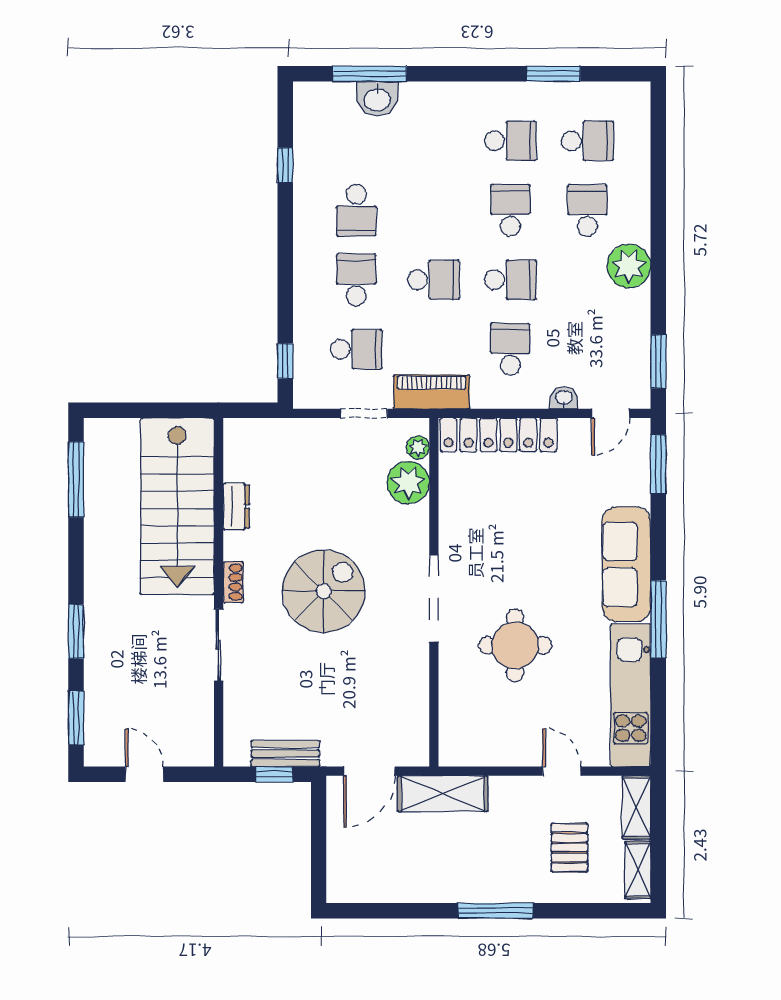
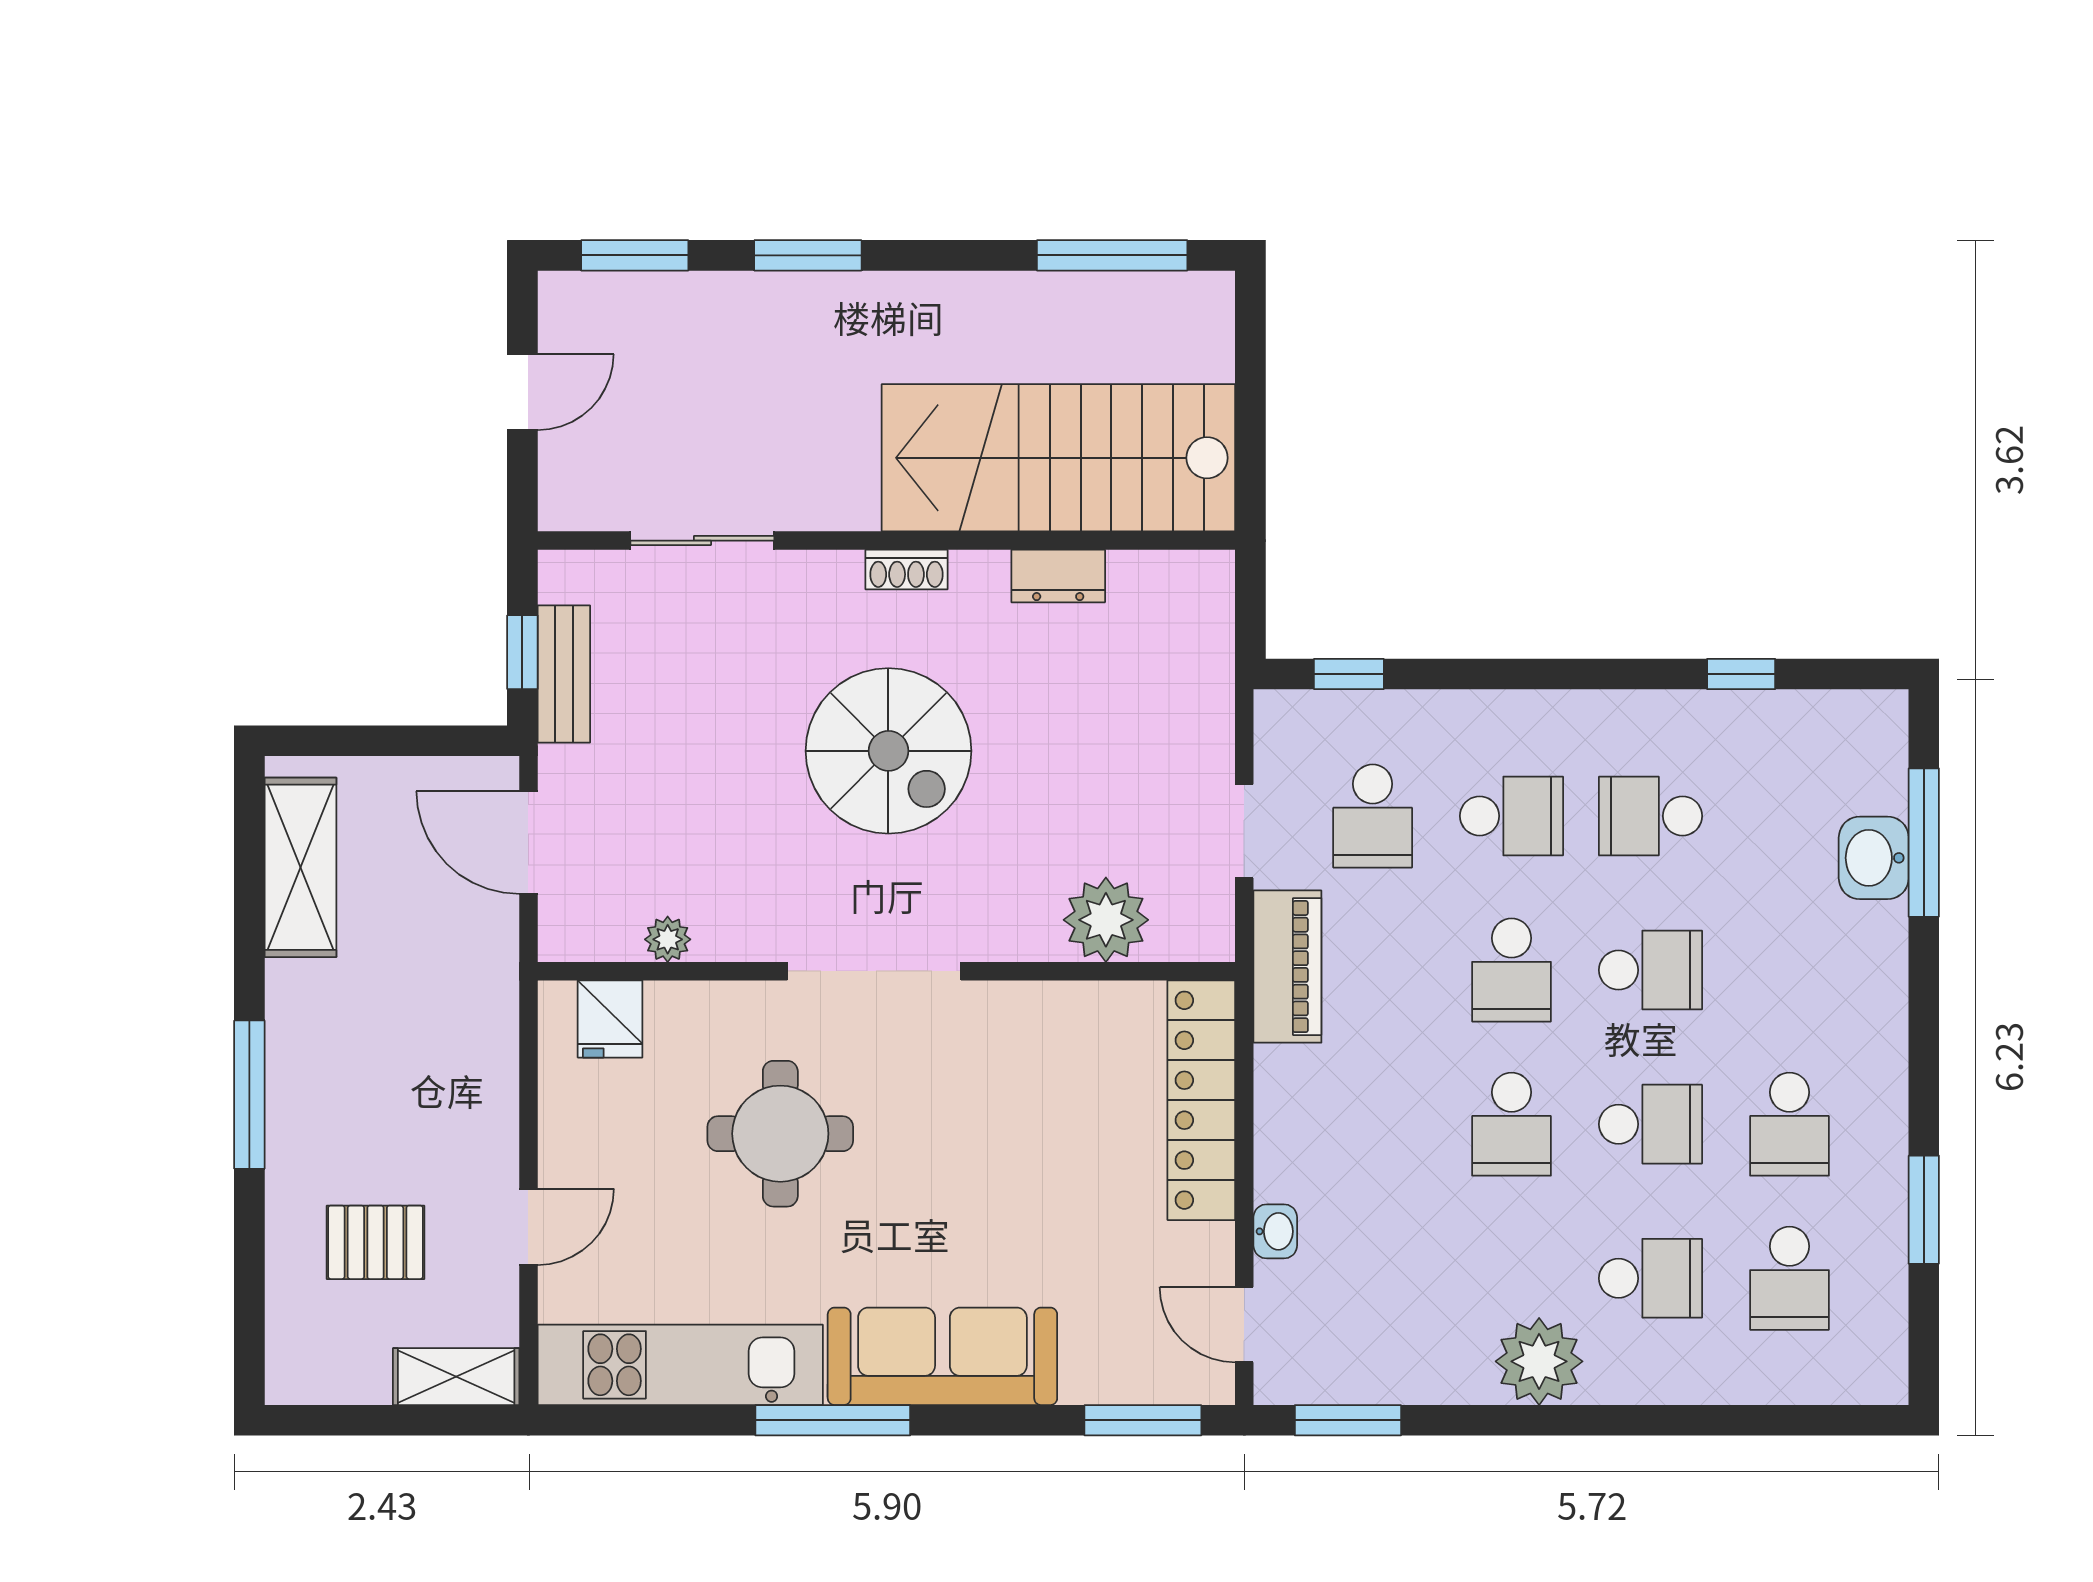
school desk: (510, 349) -> (1651, 970), moved
plant: (418, 447) -> (668, 939), moved
sliding door: (219, 645) -> (702, 541), moved
fridge: (458, 730) -> (610, 1019), added
shelving: (443, 794) -> (300, 867), moved
shelving: (638, 870) -> (331, 1379), removed

